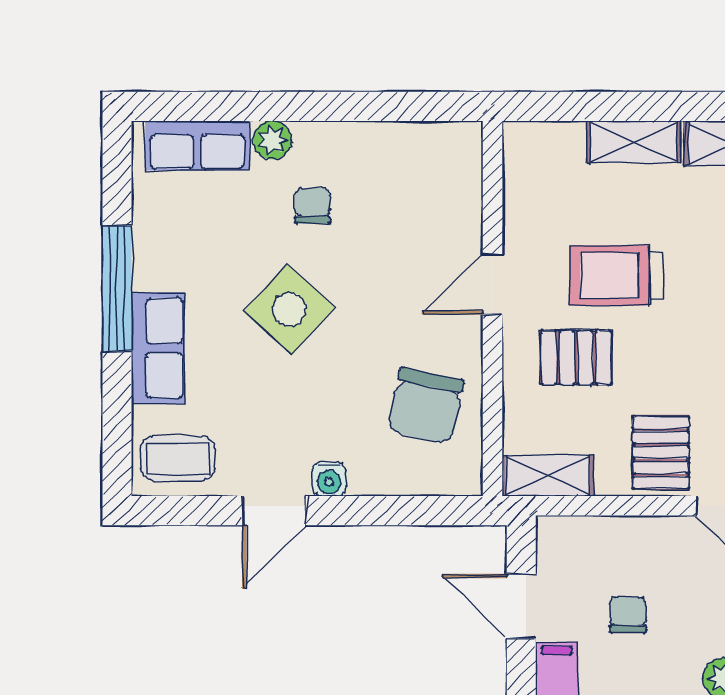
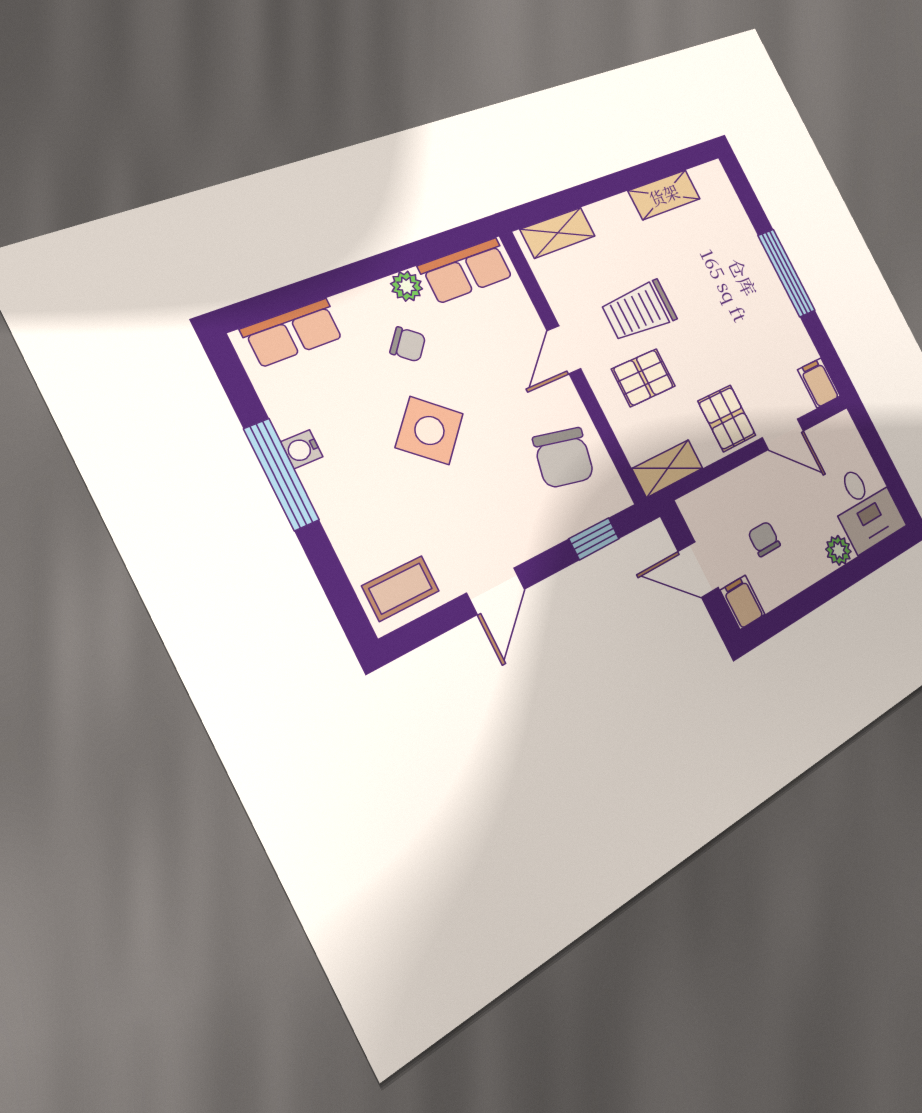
plant: (272, 140) -> (407, 286), moved
shelving: (634, 142) -> (558, 233), moved
chair: (313, 206) -> (408, 344), turned 130
row of seats: (158, 348) -> (467, 271), moved, turned 90
water cooler: (329, 479) -> (302, 449), moved, turned 90
window: (413, 511) -> (594, 539), added

